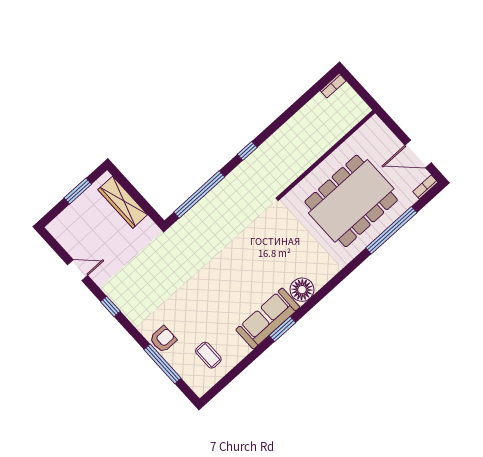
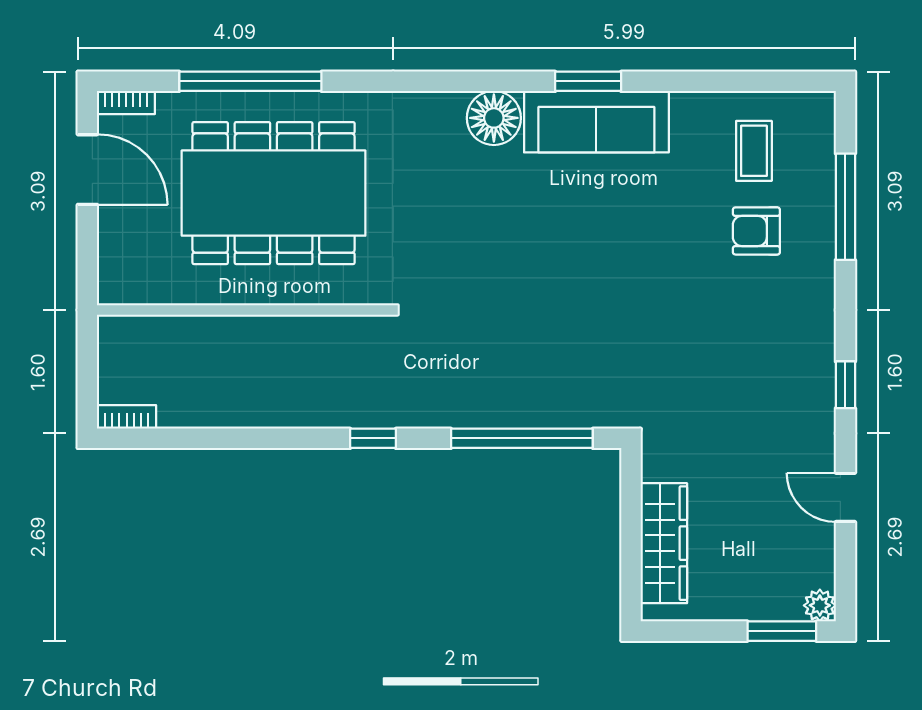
window: (78, 191) -> (782, 631), moved
plant: (54, 228) -> (820, 605), added
armchair: (163, 339) -> (756, 231), moved

